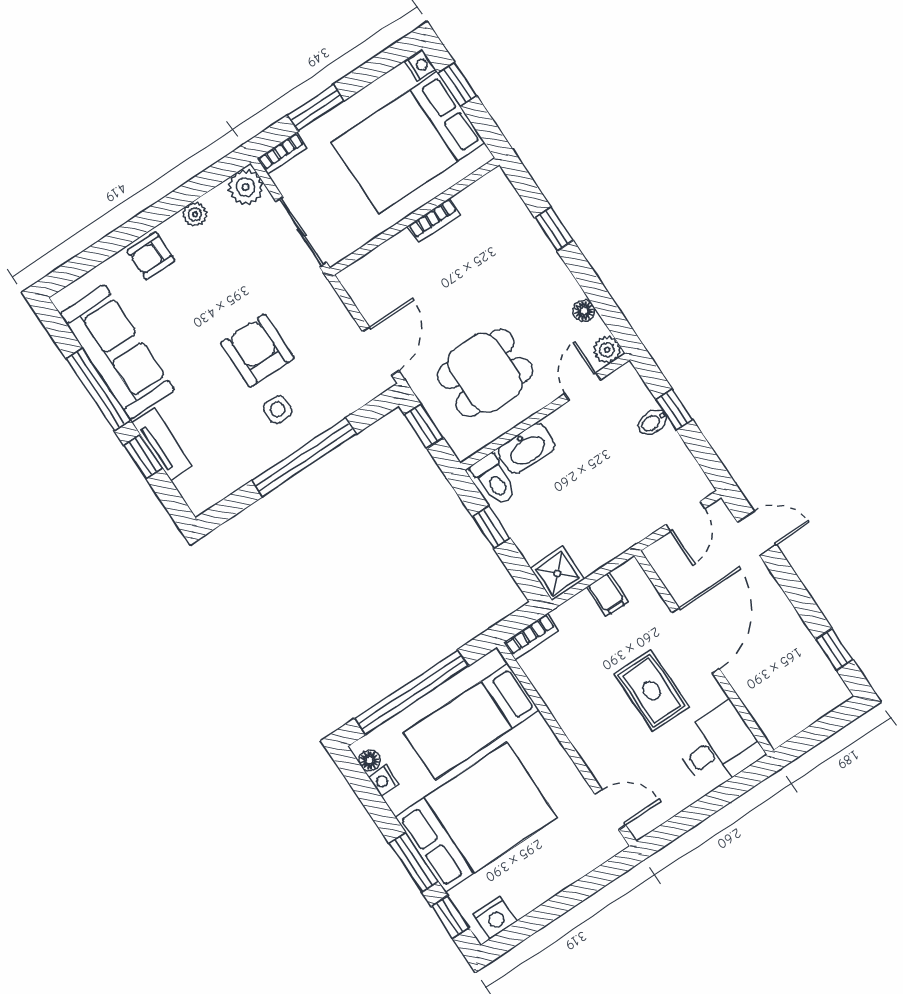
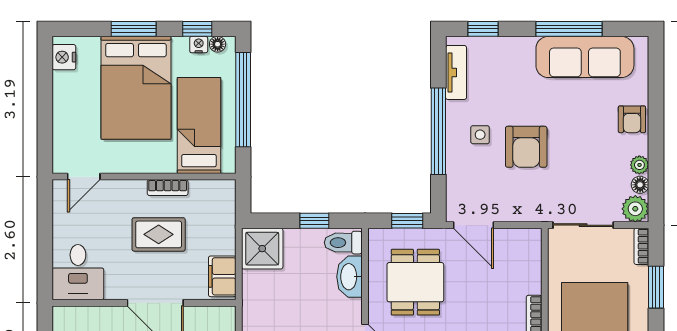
floor lamp: (216, 199) -> (640, 185), added
armchair: (151, 256) -> (632, 119), turned 180
armchair: (257, 351) -> (526, 147), turned 90
tv unit: (162, 444) -> (456, 72), moved, turned -90
window: (143, 456) -> (483, 29), moved
shower: (557, 574) -> (262, 249), width x1.36, depth x1.36
filing cabinet: (607, 594) -> (222, 276), width x2.00
bookcase: (531, 637) -> (168, 188), moved, turned -90
rug: (652, 691) -> (159, 234), moved
window: (450, 917) -> (197, 29), moved

